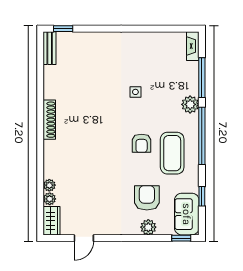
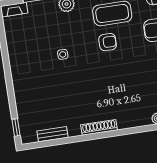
bench: (50, 48) -> (53, 134), moved

